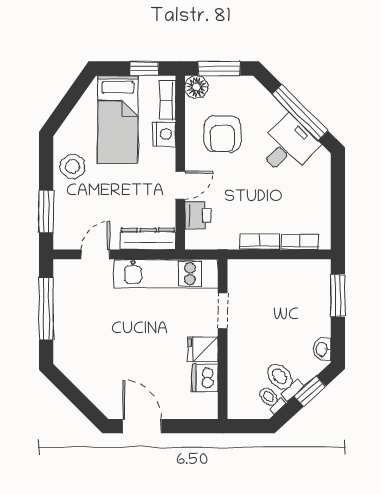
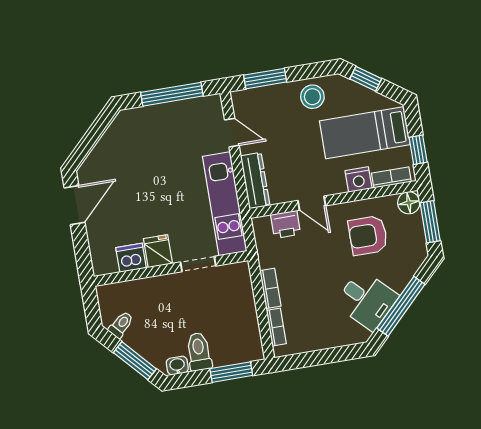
window: (63, 110) -> (366, 79), added
toilet: (283, 380) -> (199, 352), moved, turned -48
window: (310, 391) -> (135, 361), width x1.50

